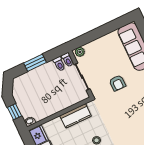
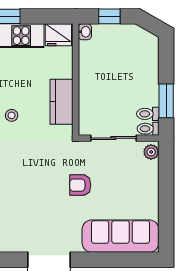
window: (35, 63) -> (166, 101), moved

